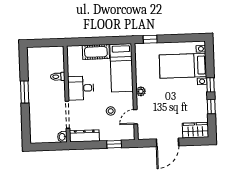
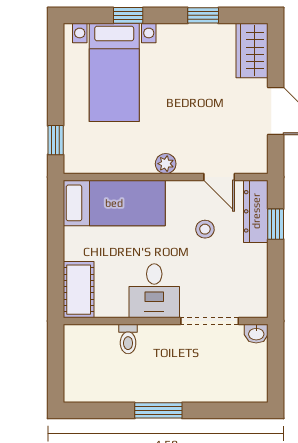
cot: (96, 52) -> (79, 290), moved
window: (210, 85) -> (128, 15), moved
dresser: (84, 136) -> (256, 211), moved

